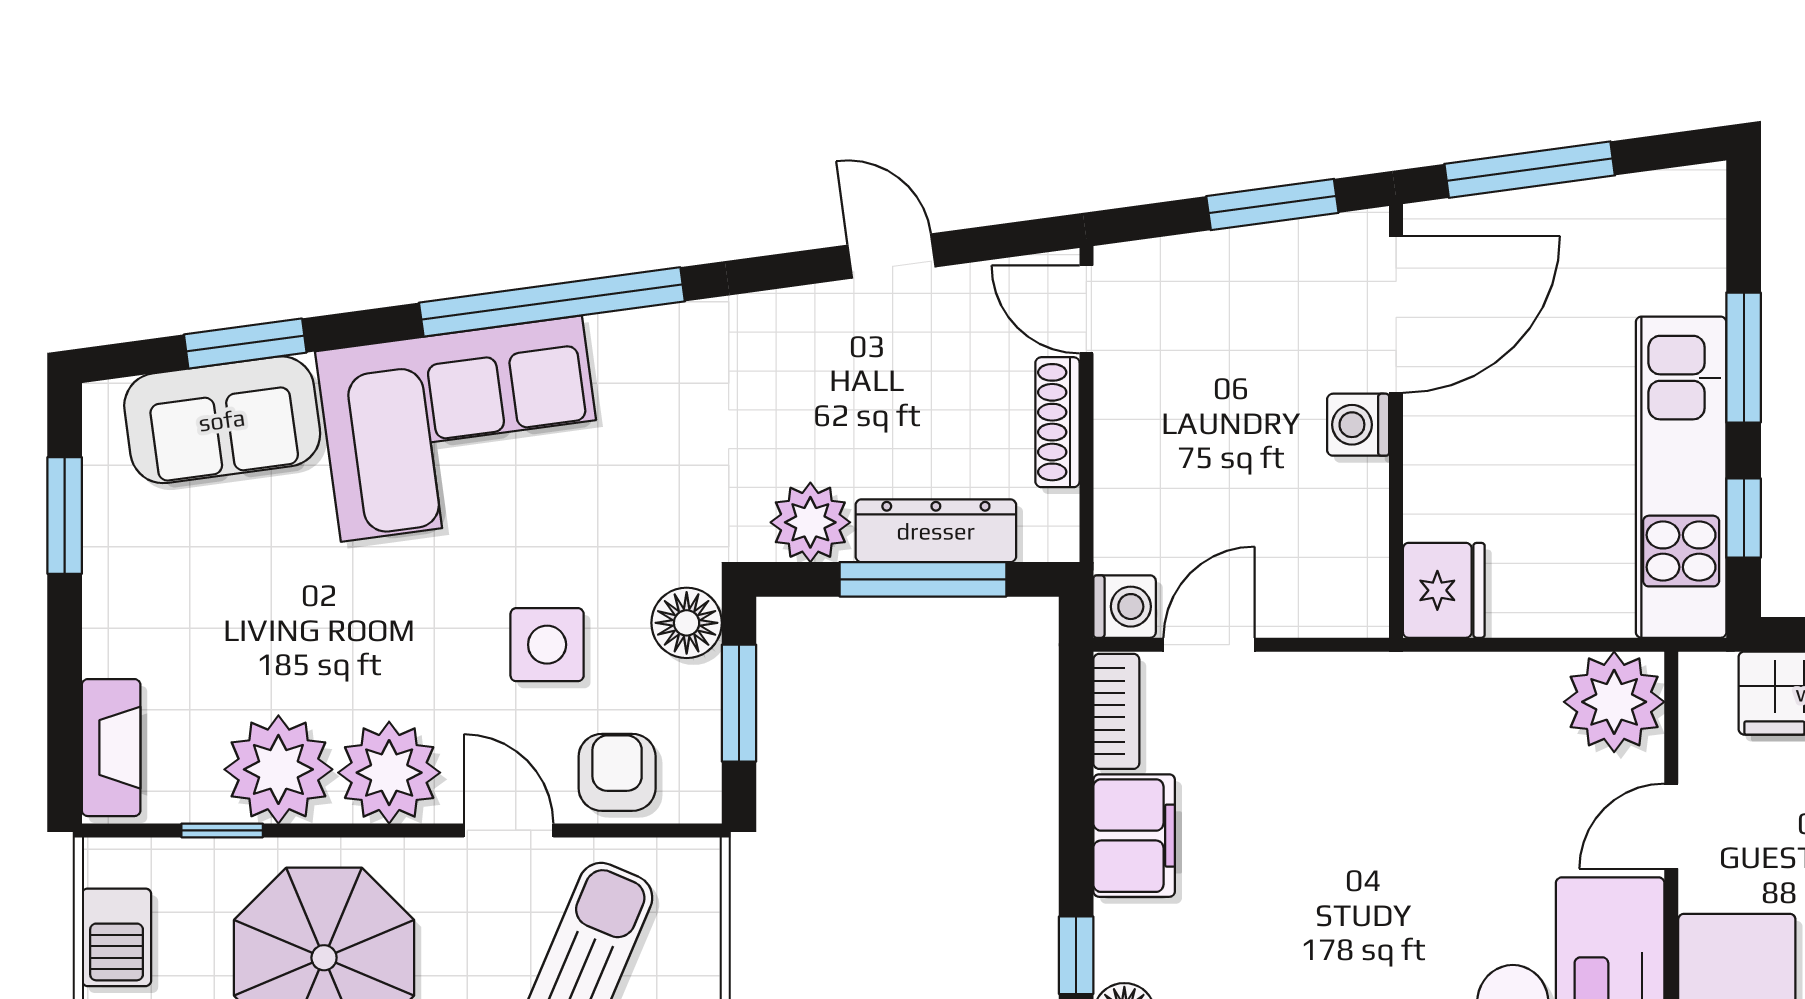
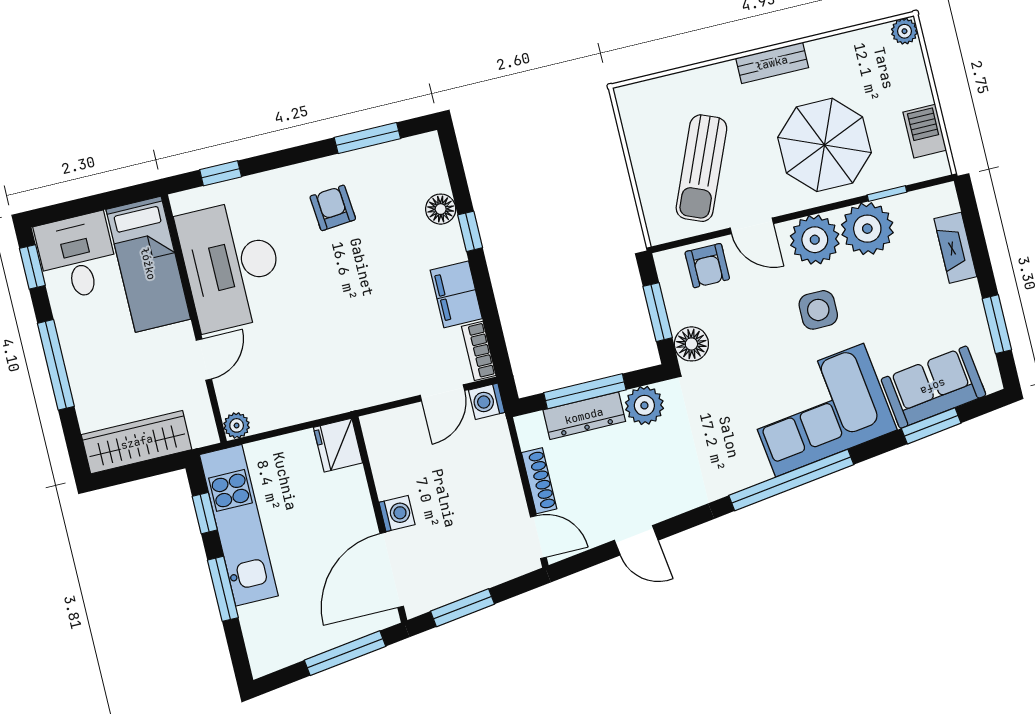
side table: (547, 645) -> (818, 310), moved
plant: (1614, 702) -> (237, 425), width x0.53, depth x0.53
fireplace: (111, 748) -> (955, 248), moved

